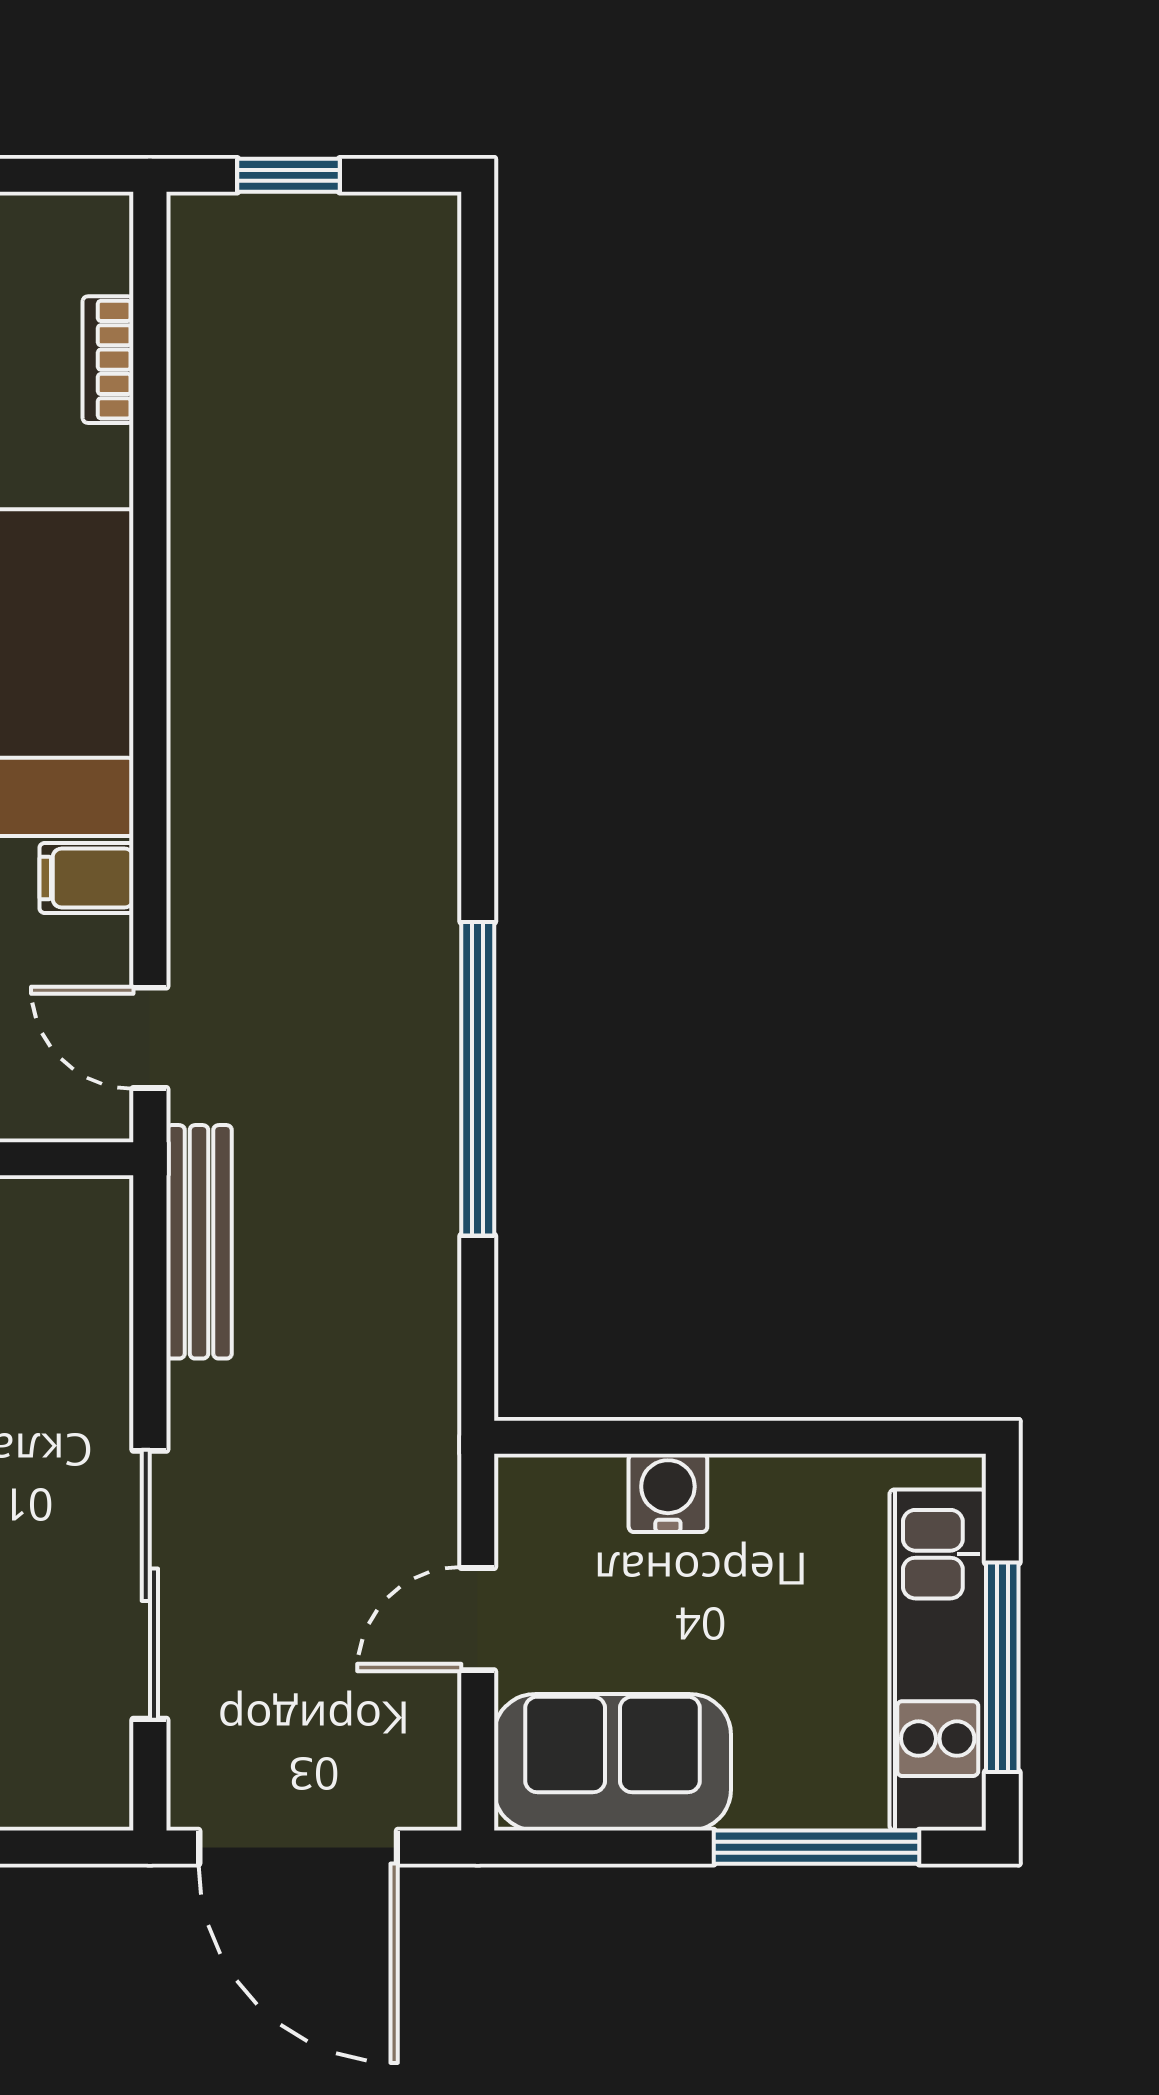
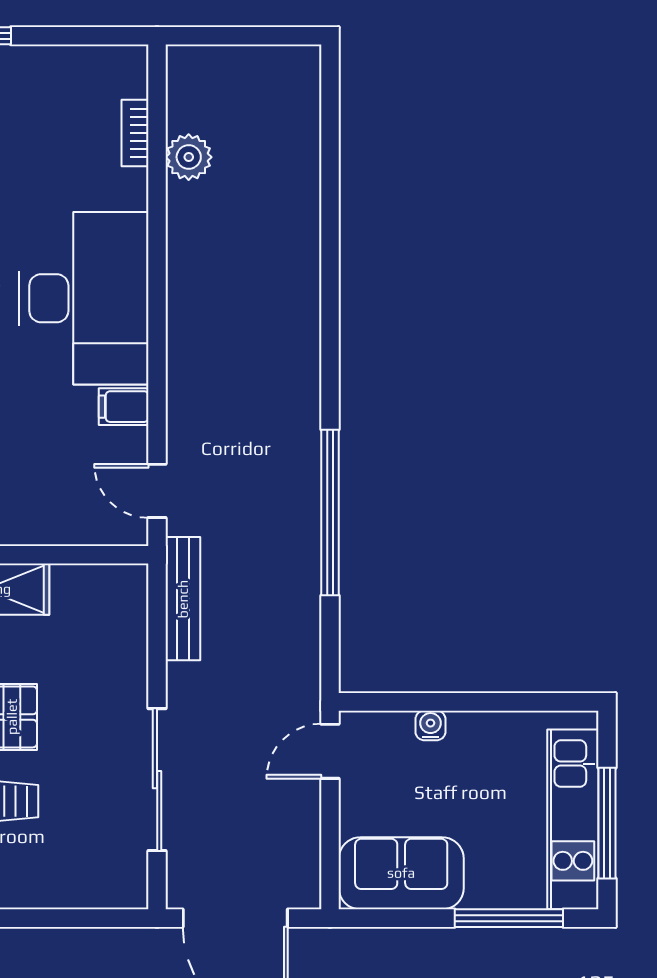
window: (289, 175) -> (230, 36), removed
plant: (210, 405) -> (189, 157), added
water cooler: (668, 1493) -> (430, 725), width x0.72, depth x0.72
door: (478, 1619) -> (330, 751), moved

